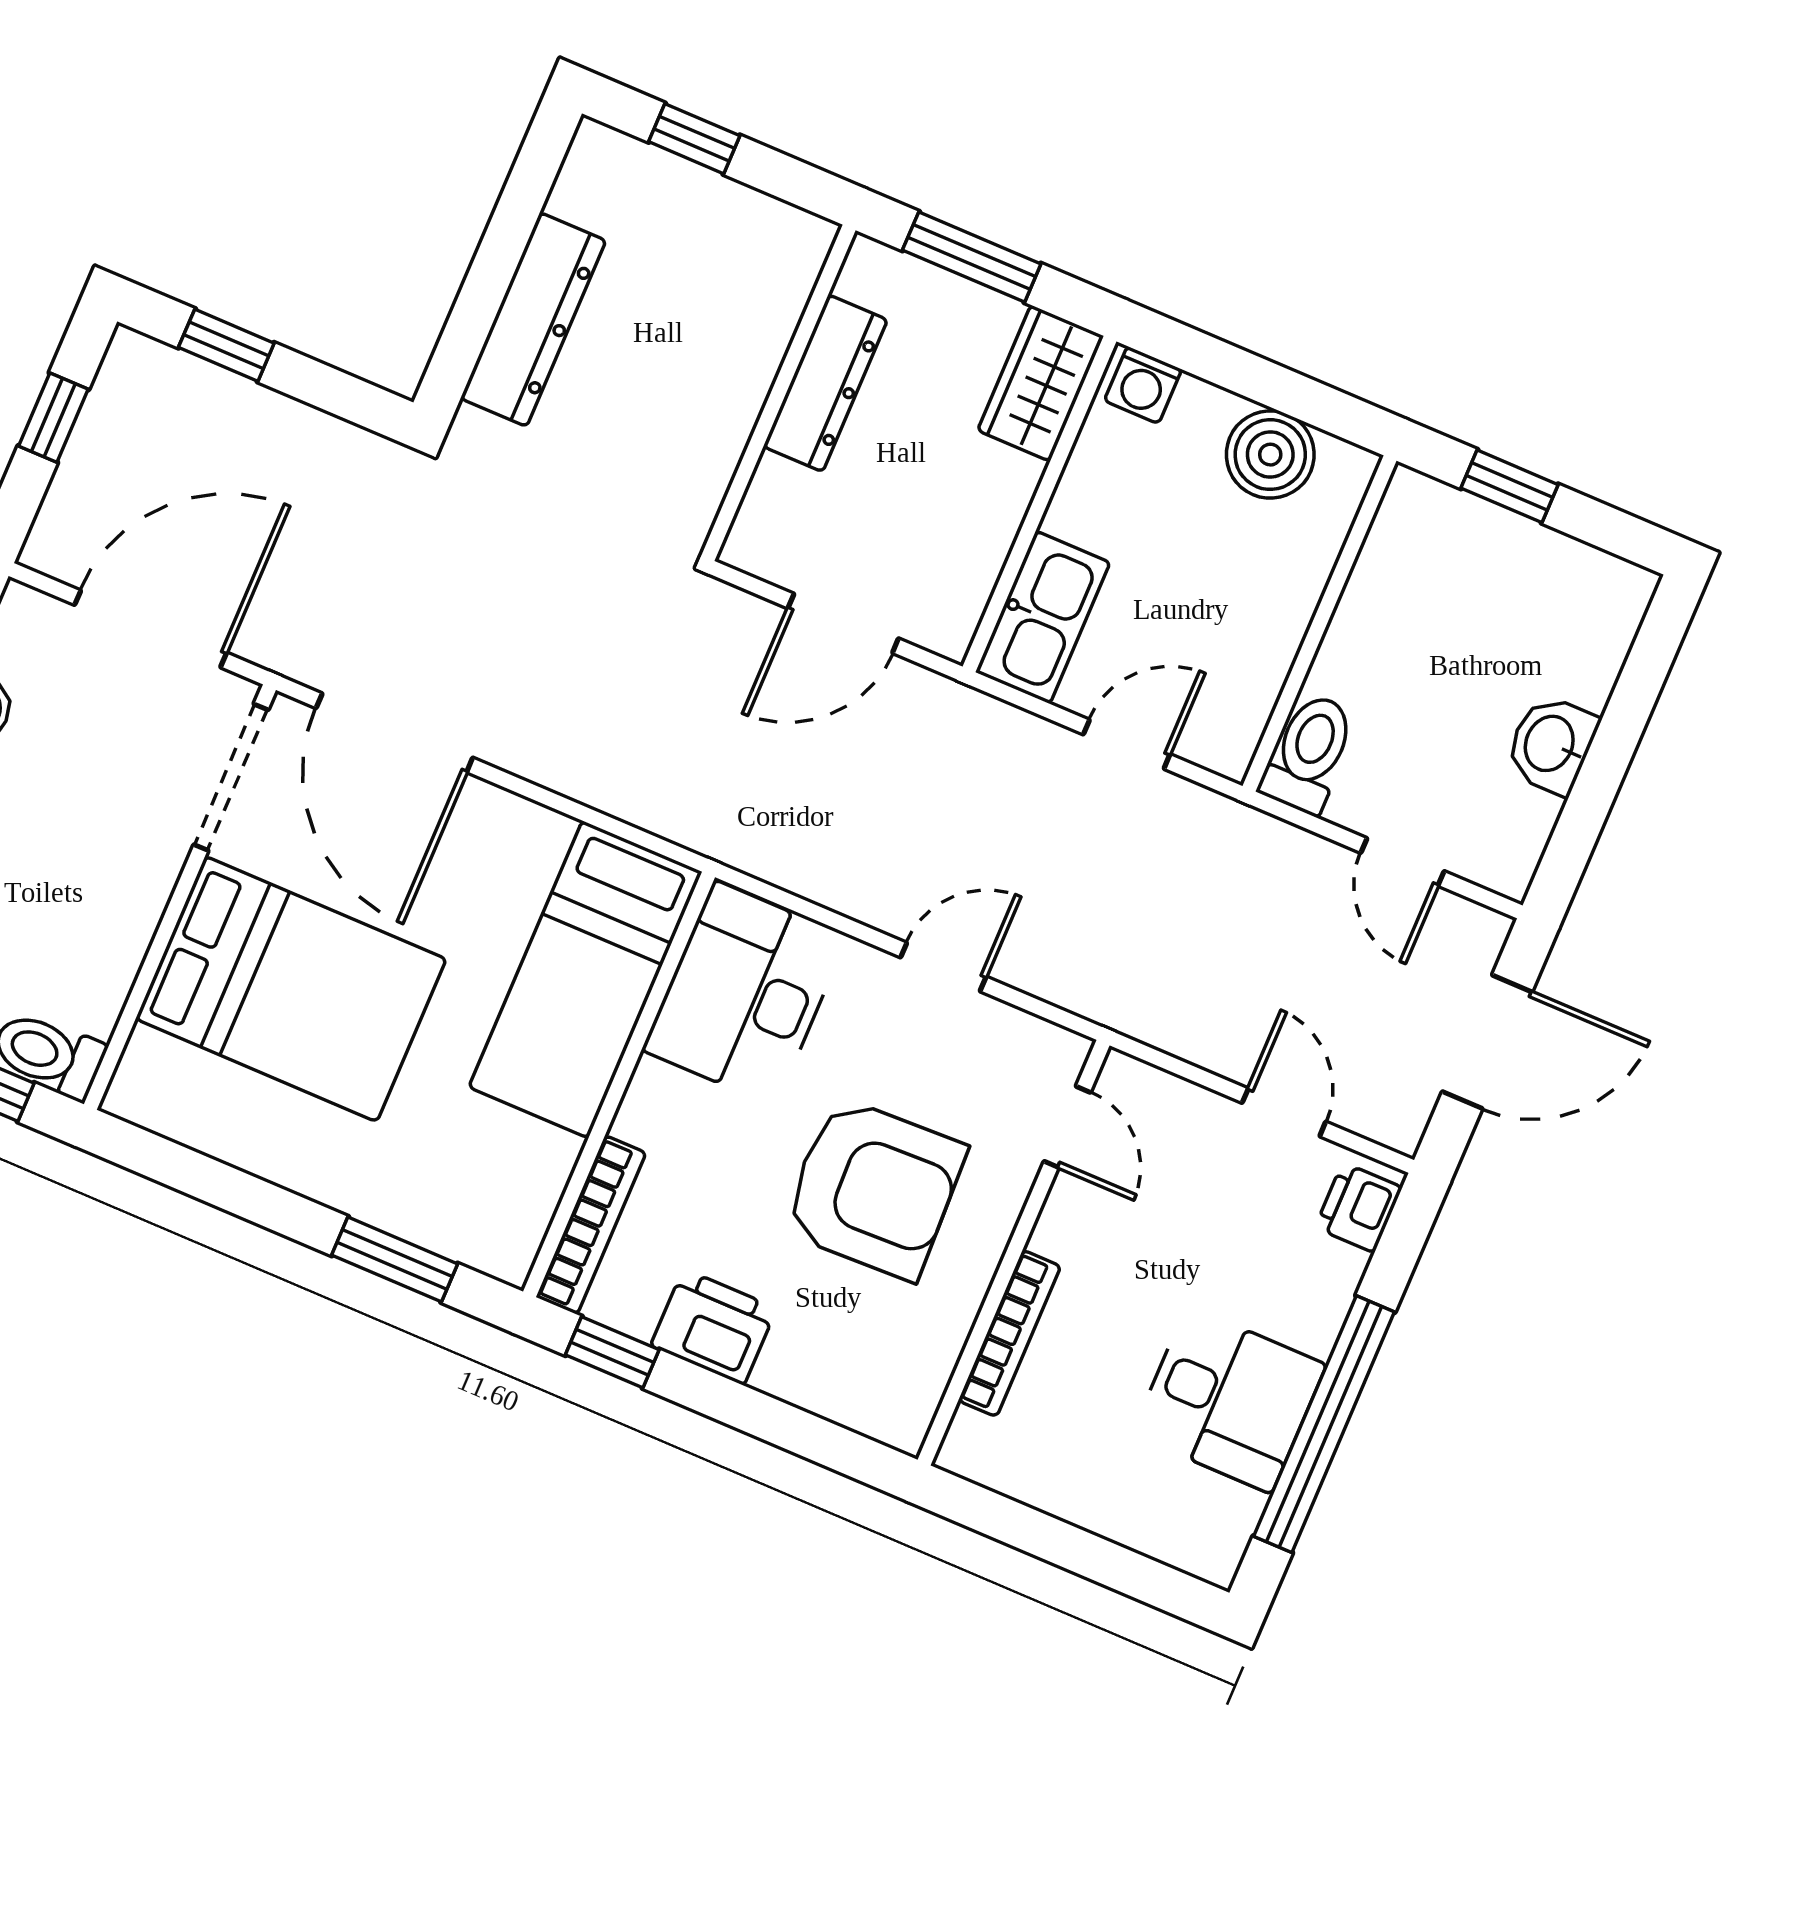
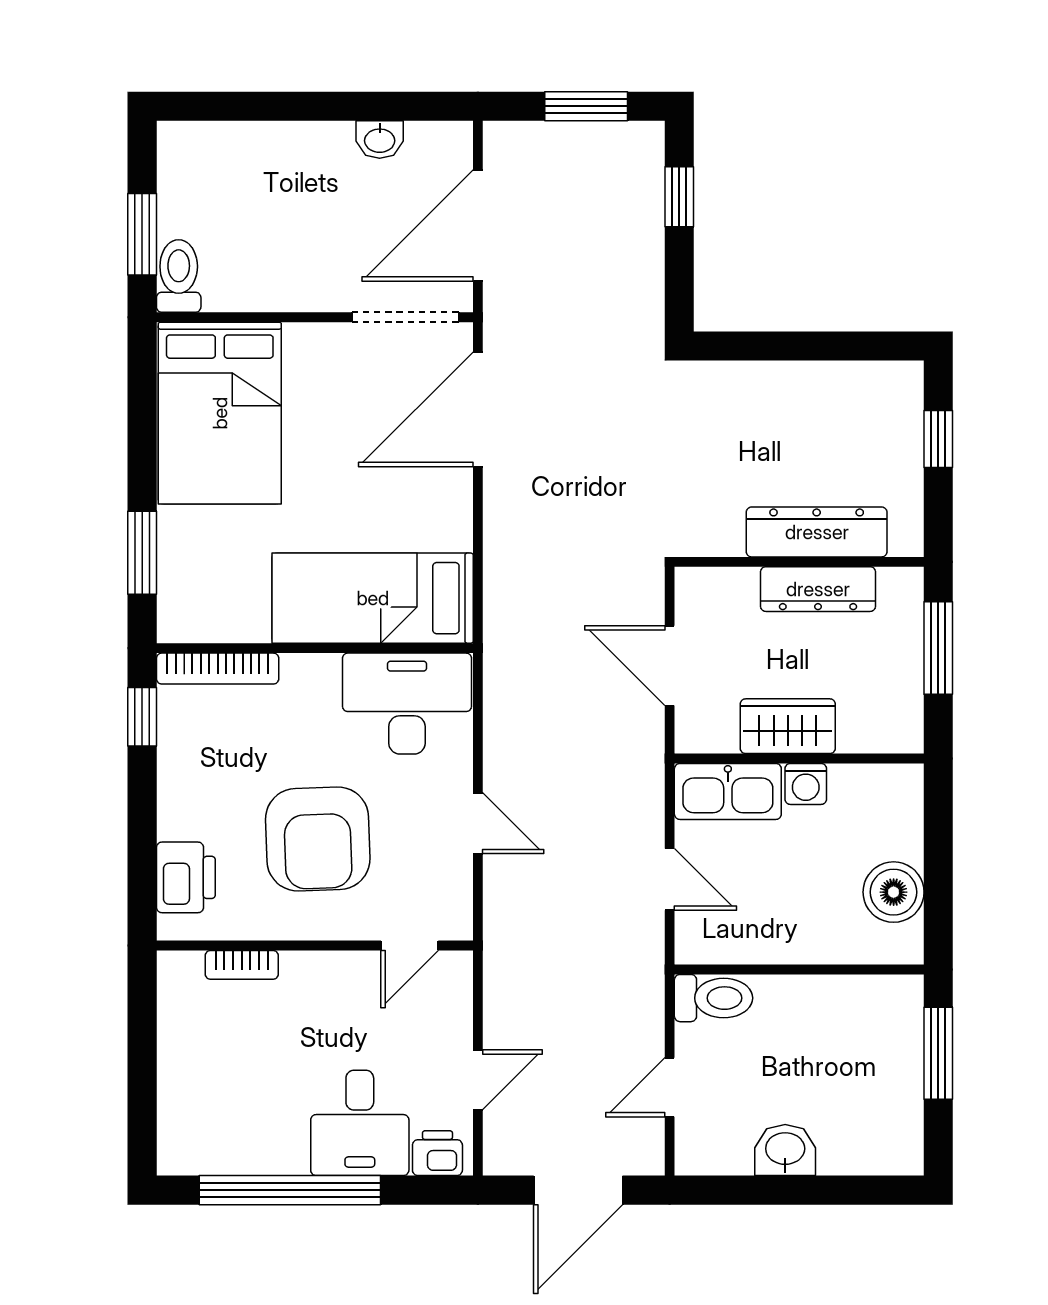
dresser: (533, 319) -> (817, 532), moved, turned 180
wardrobe: (1040, 383) -> (788, 726), moved
washing machine: (1143, 385) -> (806, 784), moved, turned -90
window: (53, 418) -> (586, 106), width x1.50
window: (1509, 486) -> (938, 1053), width x1.50
door: (151, 629) -> (478, 226), swing flipped
bed: (291, 989) -> (220, 413), moved
door: (1487, 1042) -> (578, 1190), hinge flipped
printer: (714, 1327) -> (186, 877), moved
bookcase: (1009, 1333) -> (242, 965), width x0.64
desk: (1229, 1400) -> (360, 1123), moved

